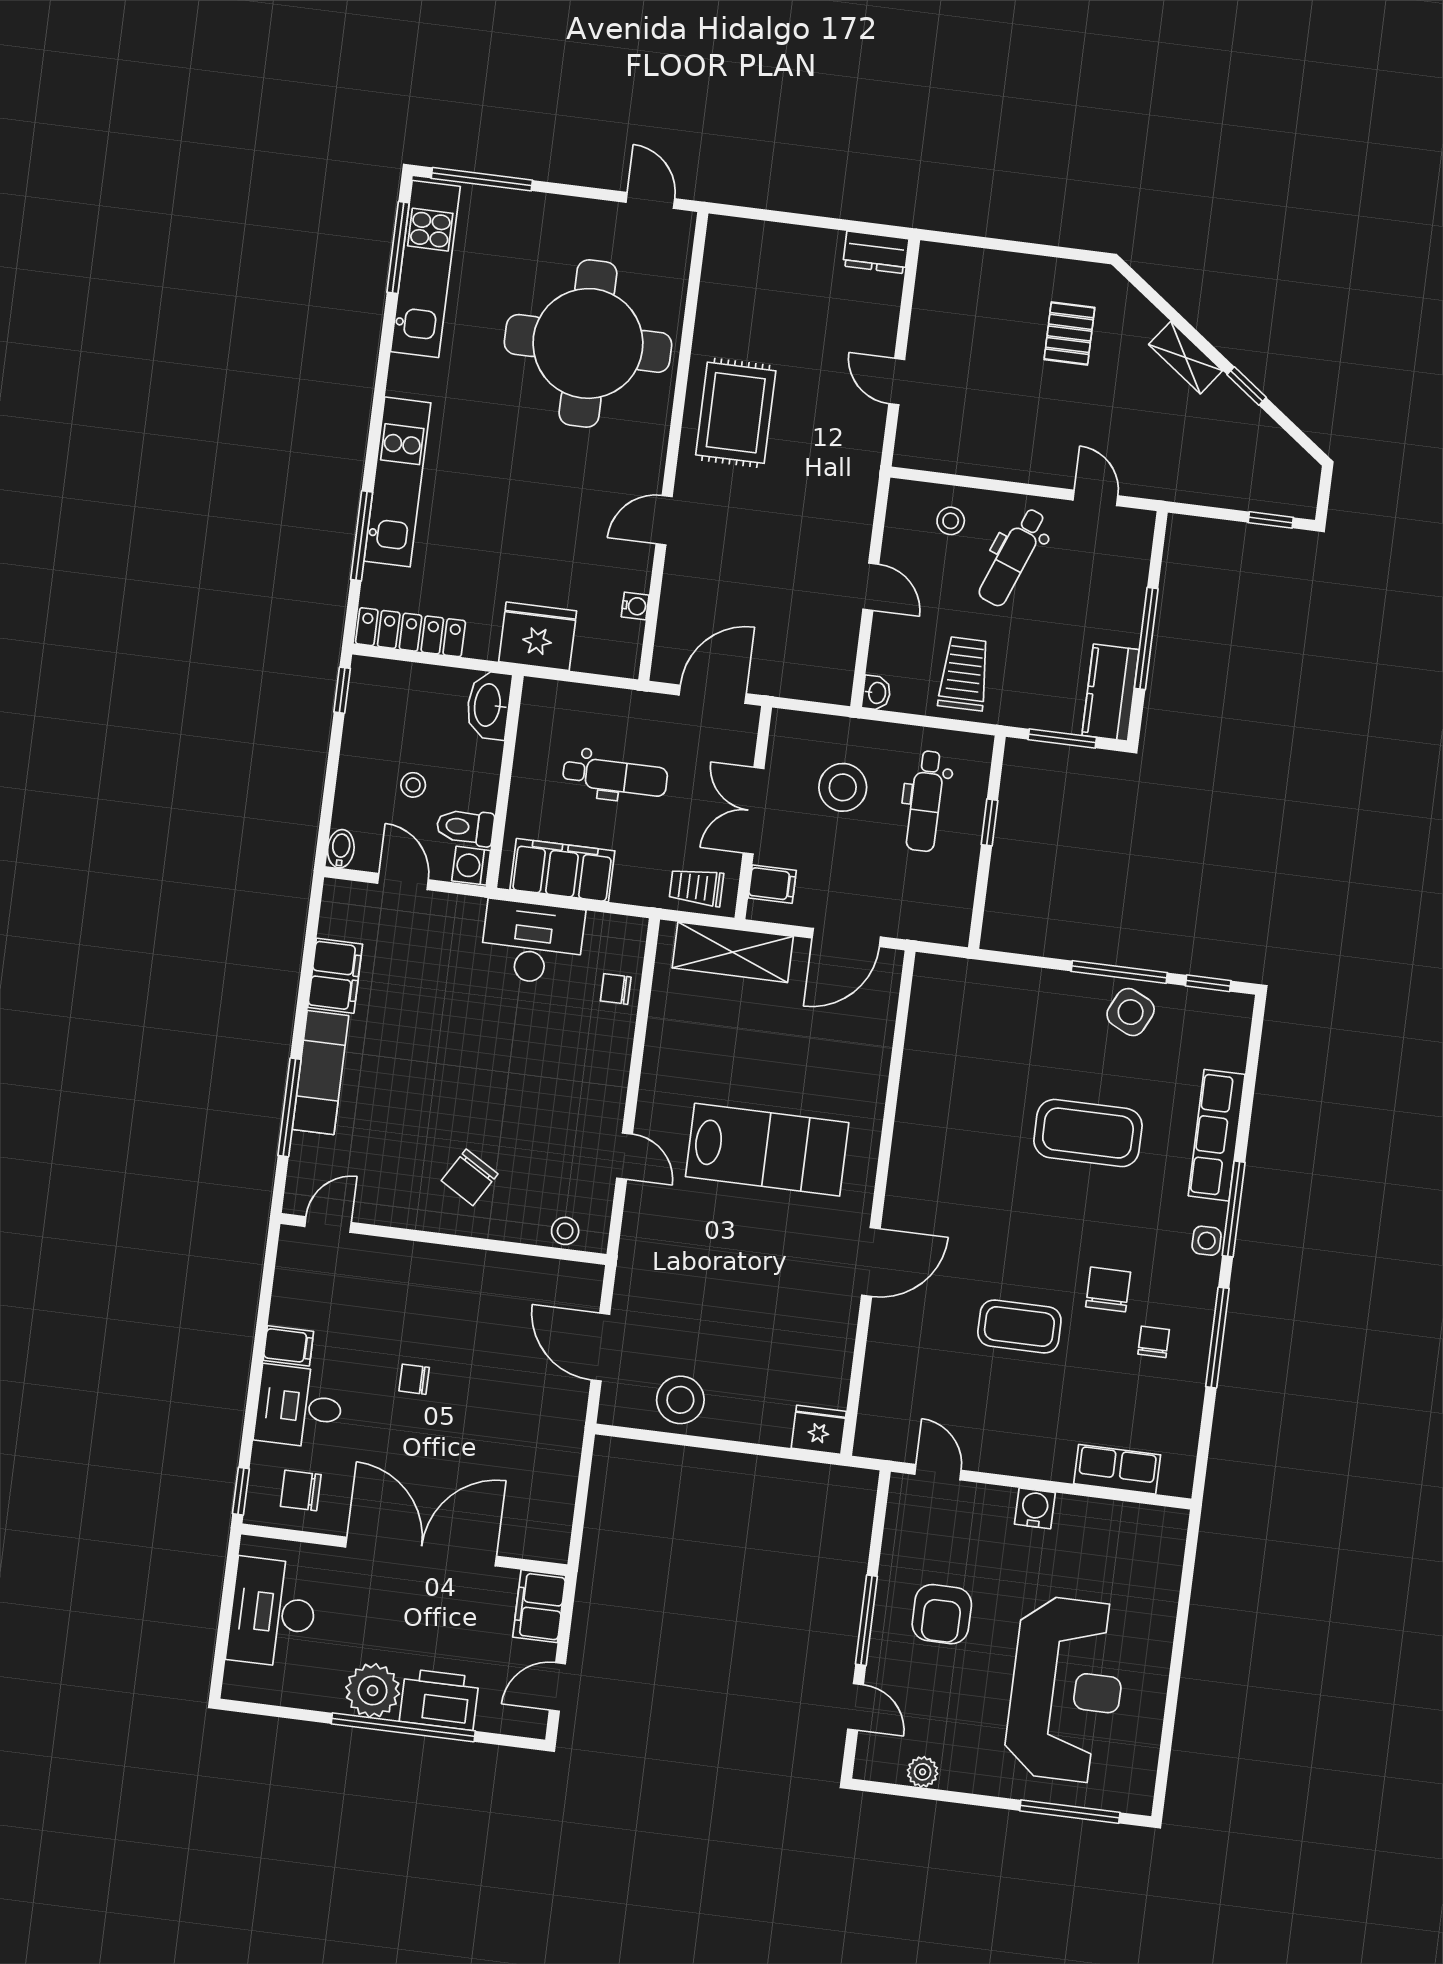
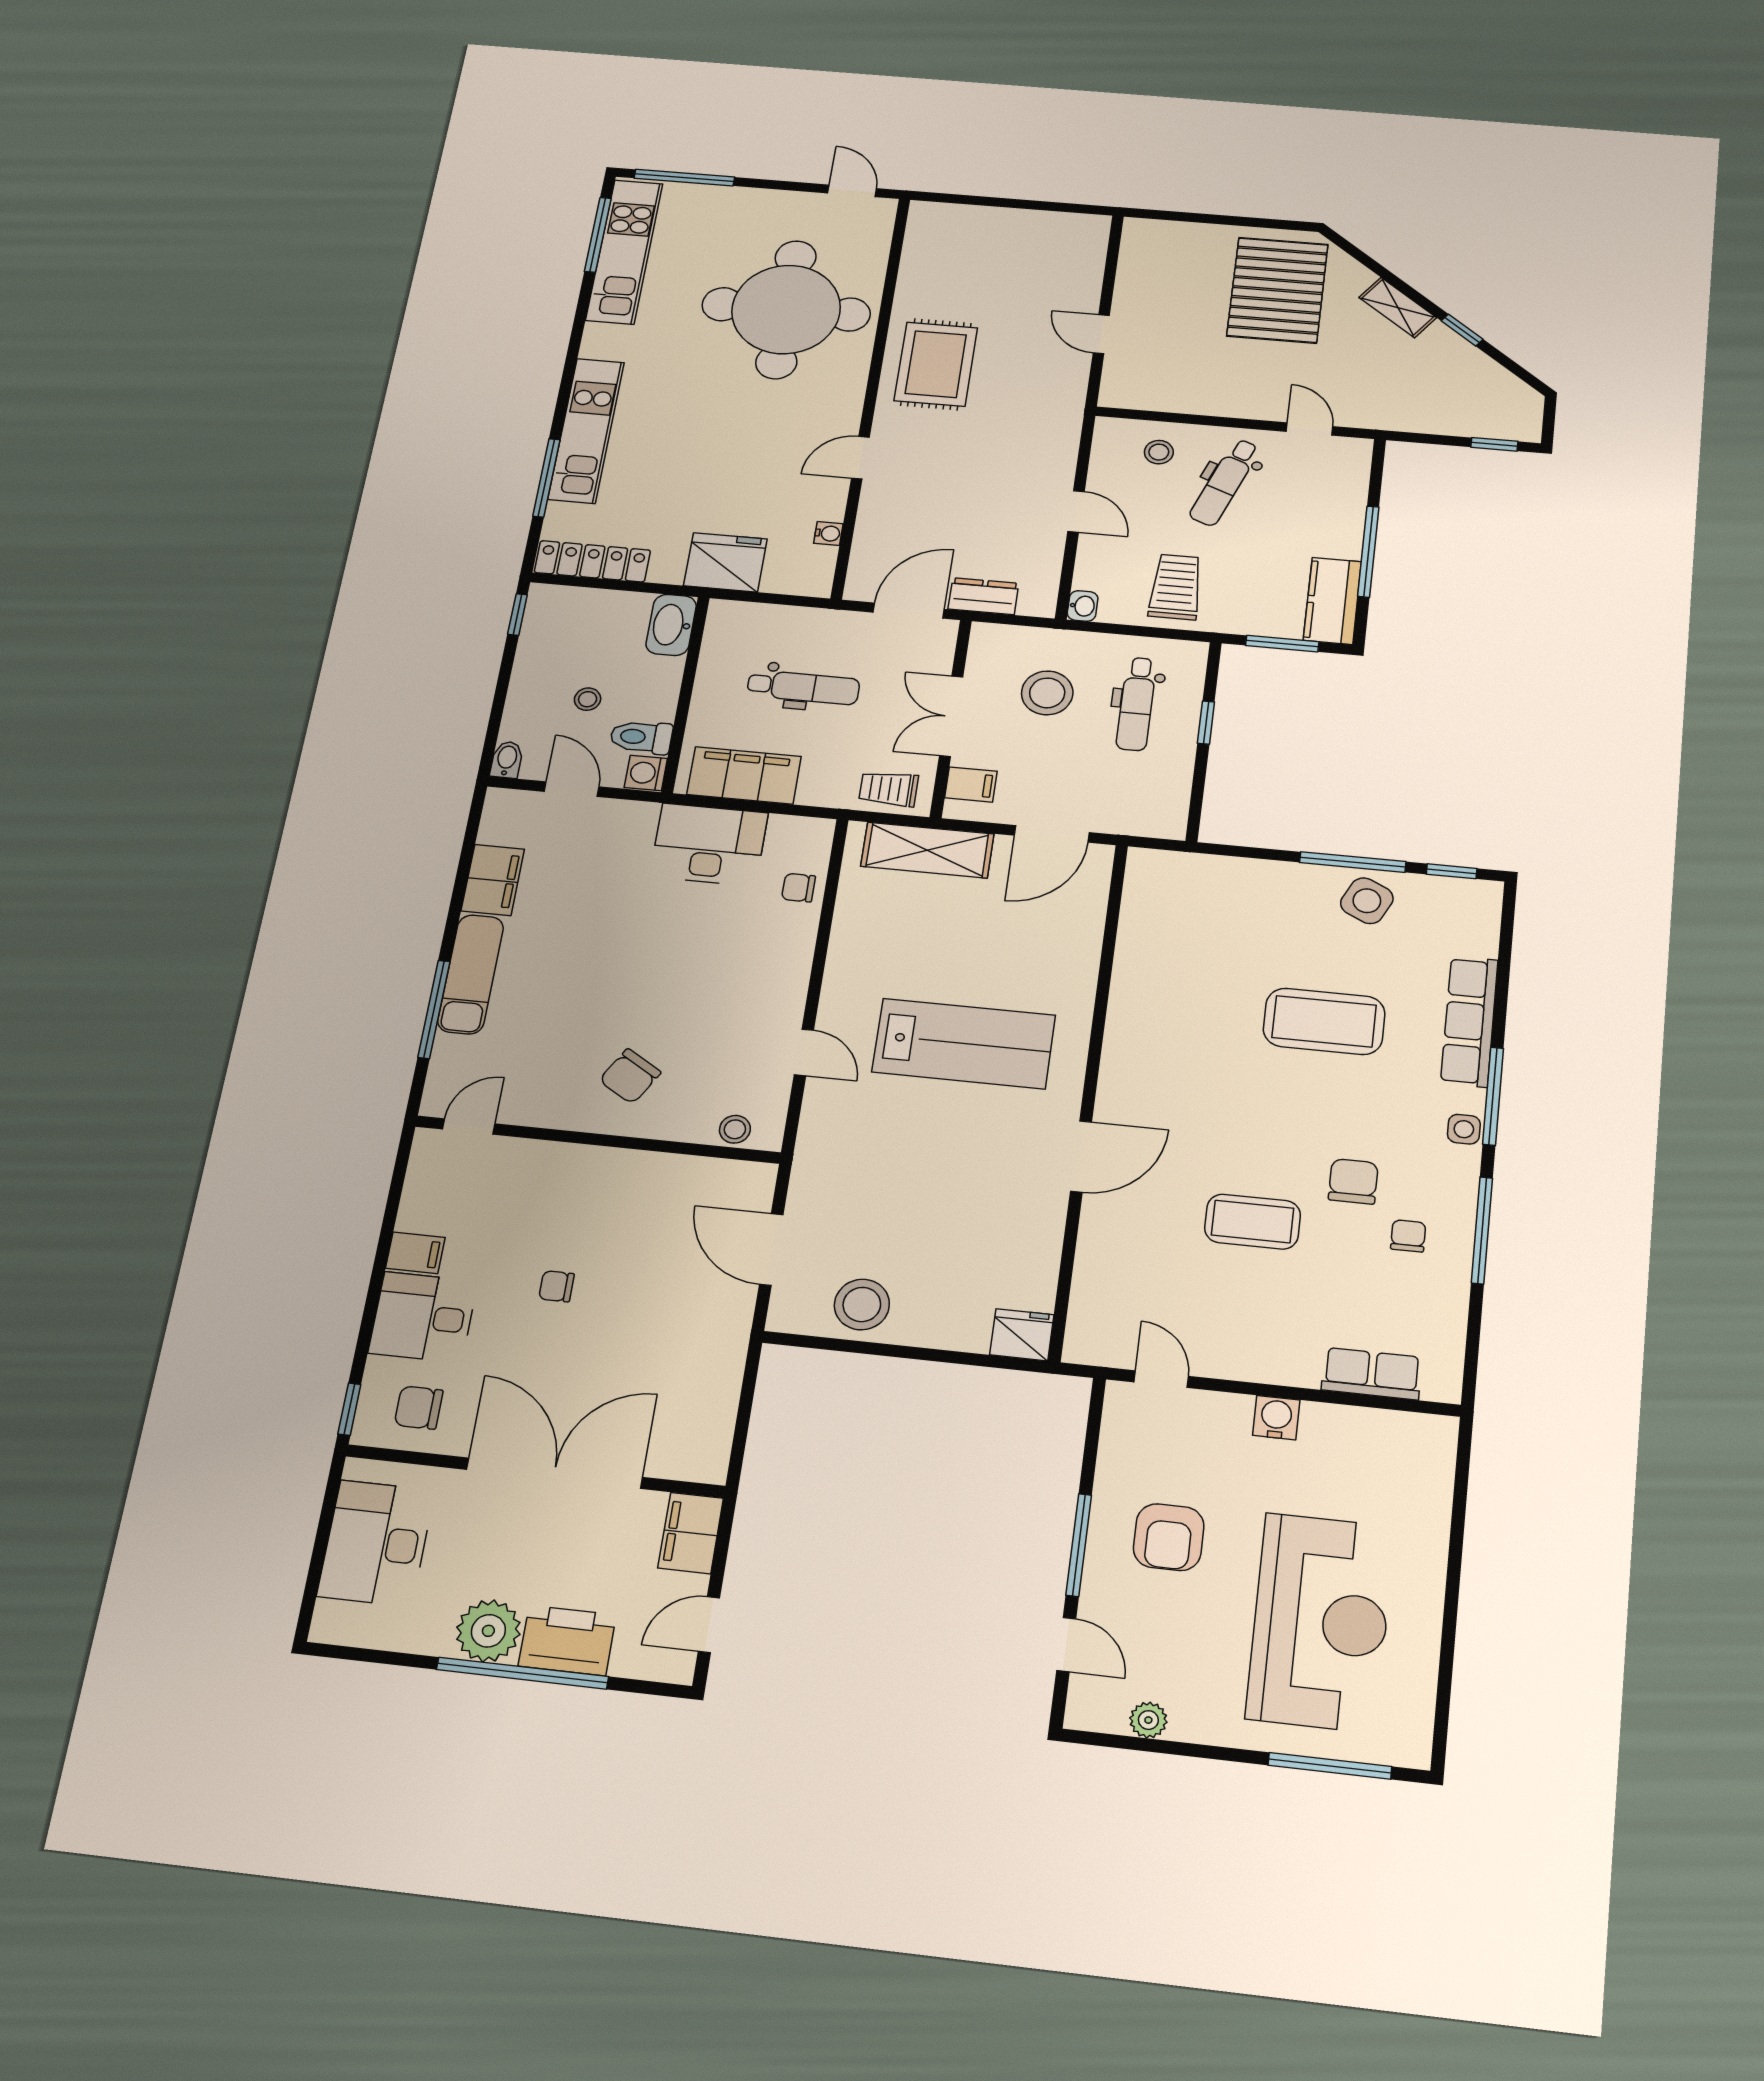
dresser: (876, 252) -> (983, 596), moved, turned 180
pallet: (1069, 333) -> (1277, 290), width x2.05, depth x2.00

